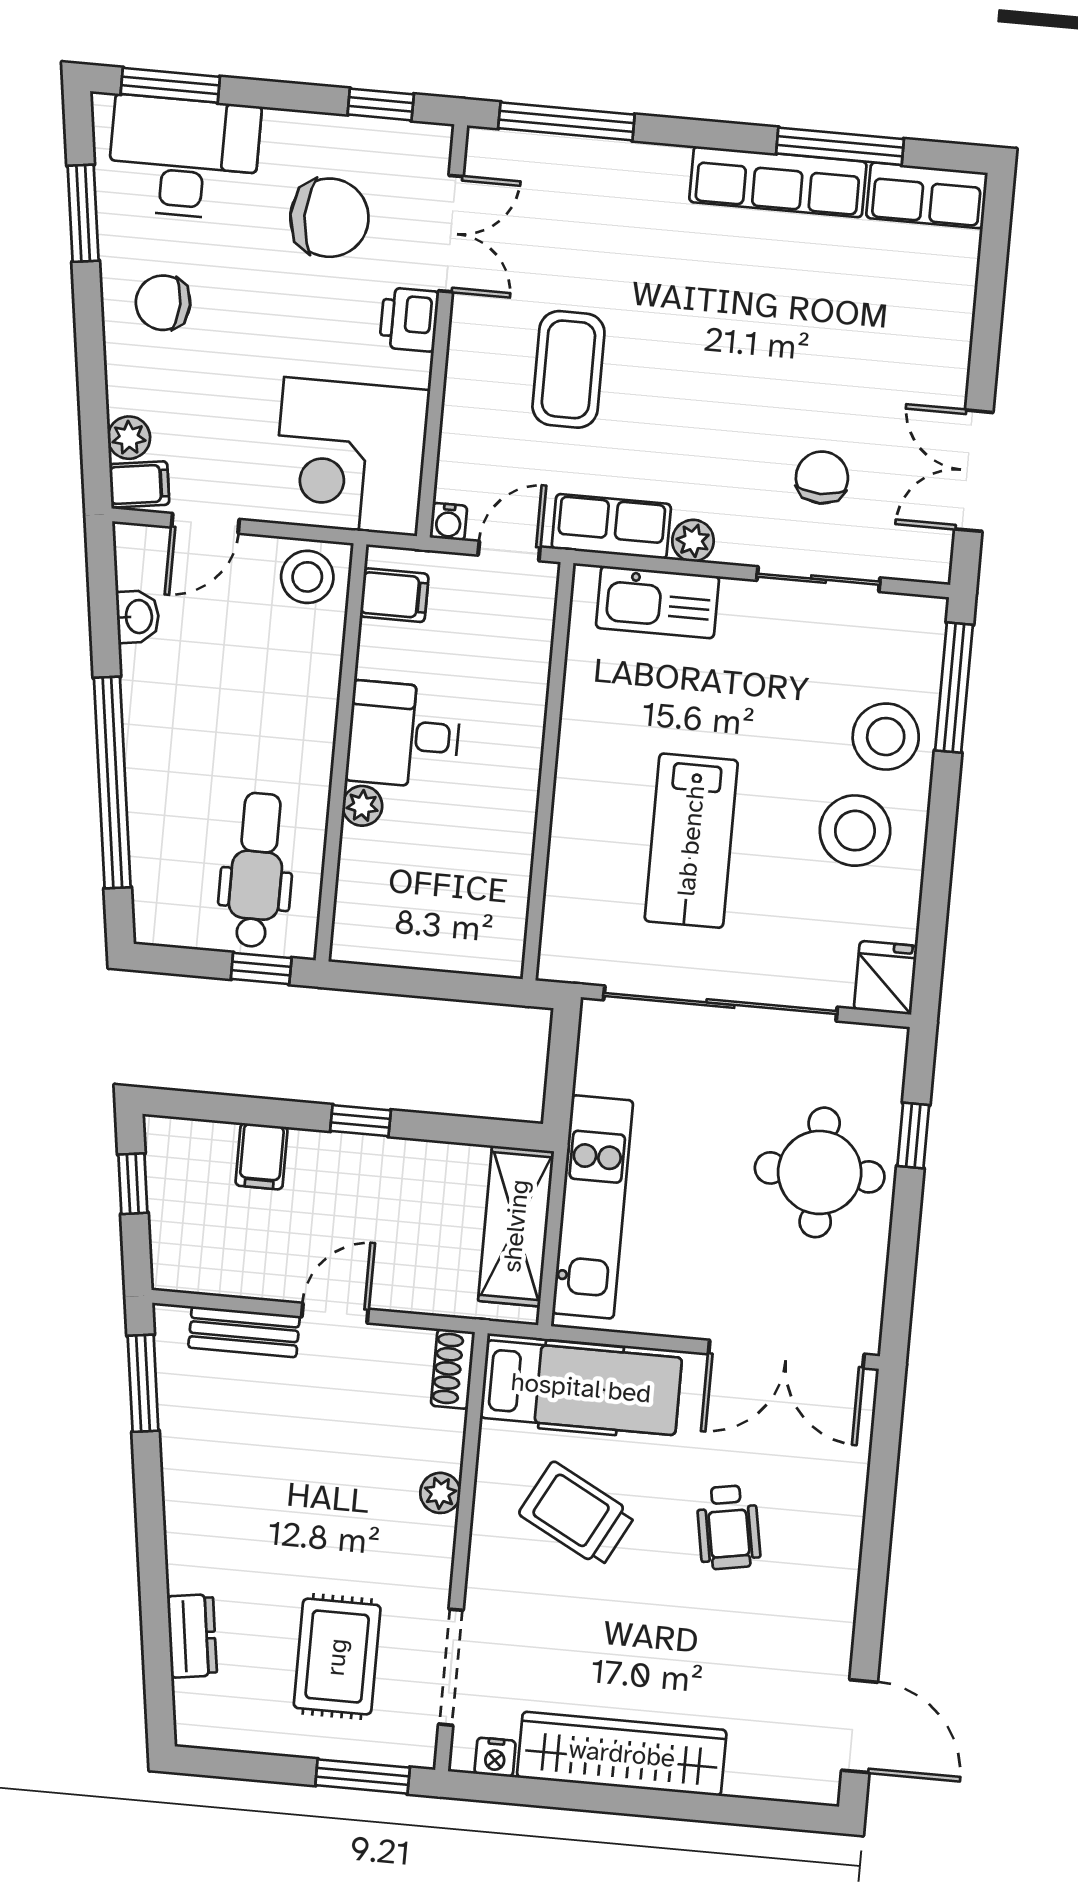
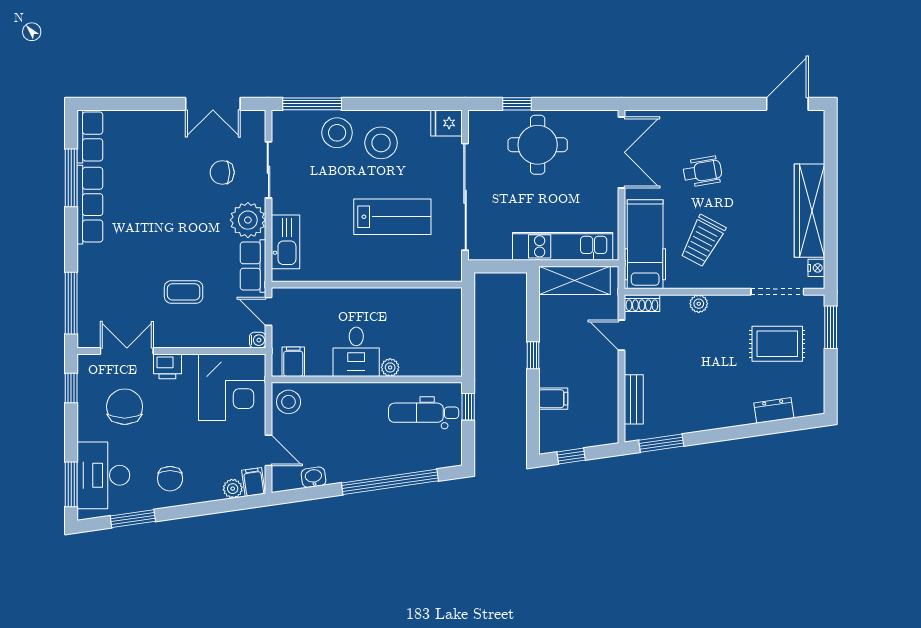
coffee table: (568, 369) -> (184, 292), width x0.73, depth x0.77
plant: (693, 541) -> (248, 220), width x1.87, depth x1.87
door: (335, 1313) -> (621, 335), moved

